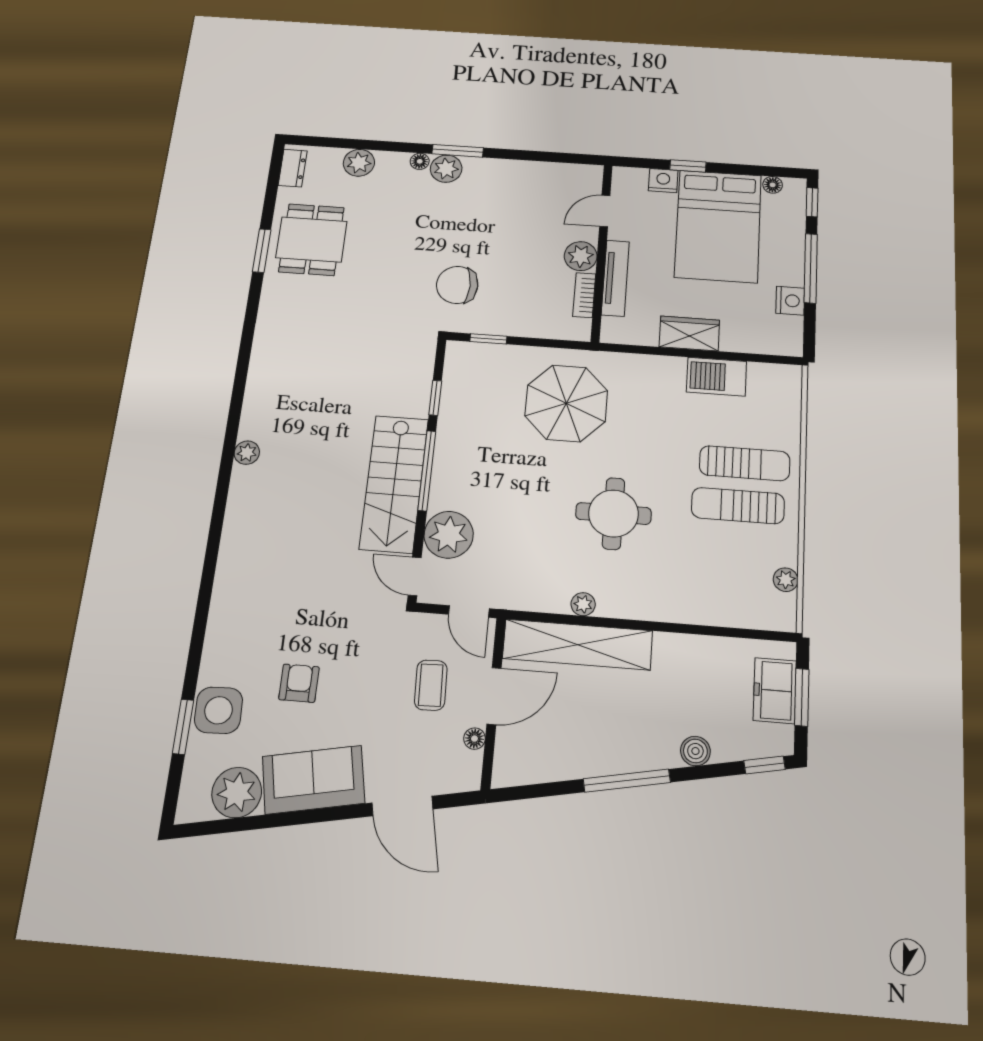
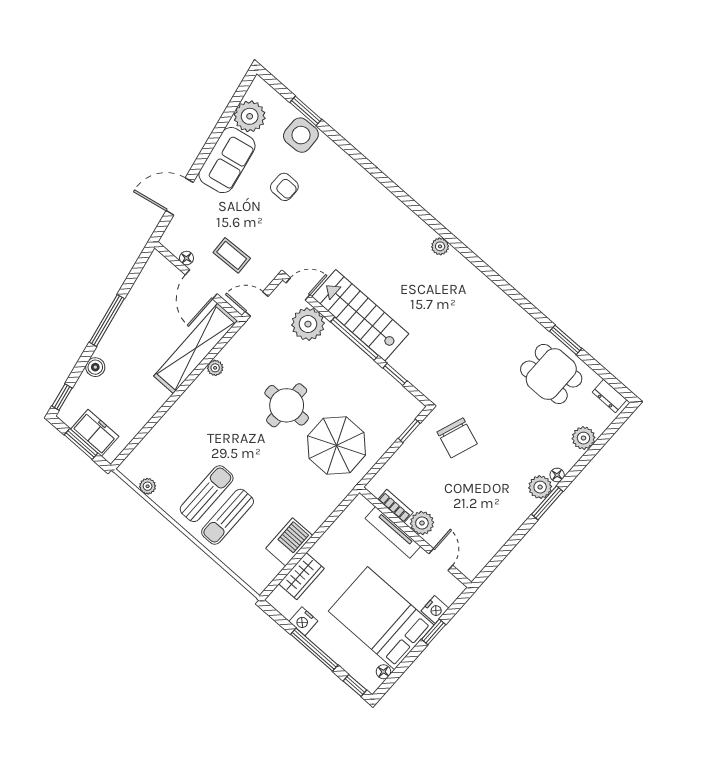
chair: (457, 285) -> (457, 438), turned 110
wardrobe: (689, 333) -> (301, 576), moved
round table: (613, 513) -> (287, 405), moved

